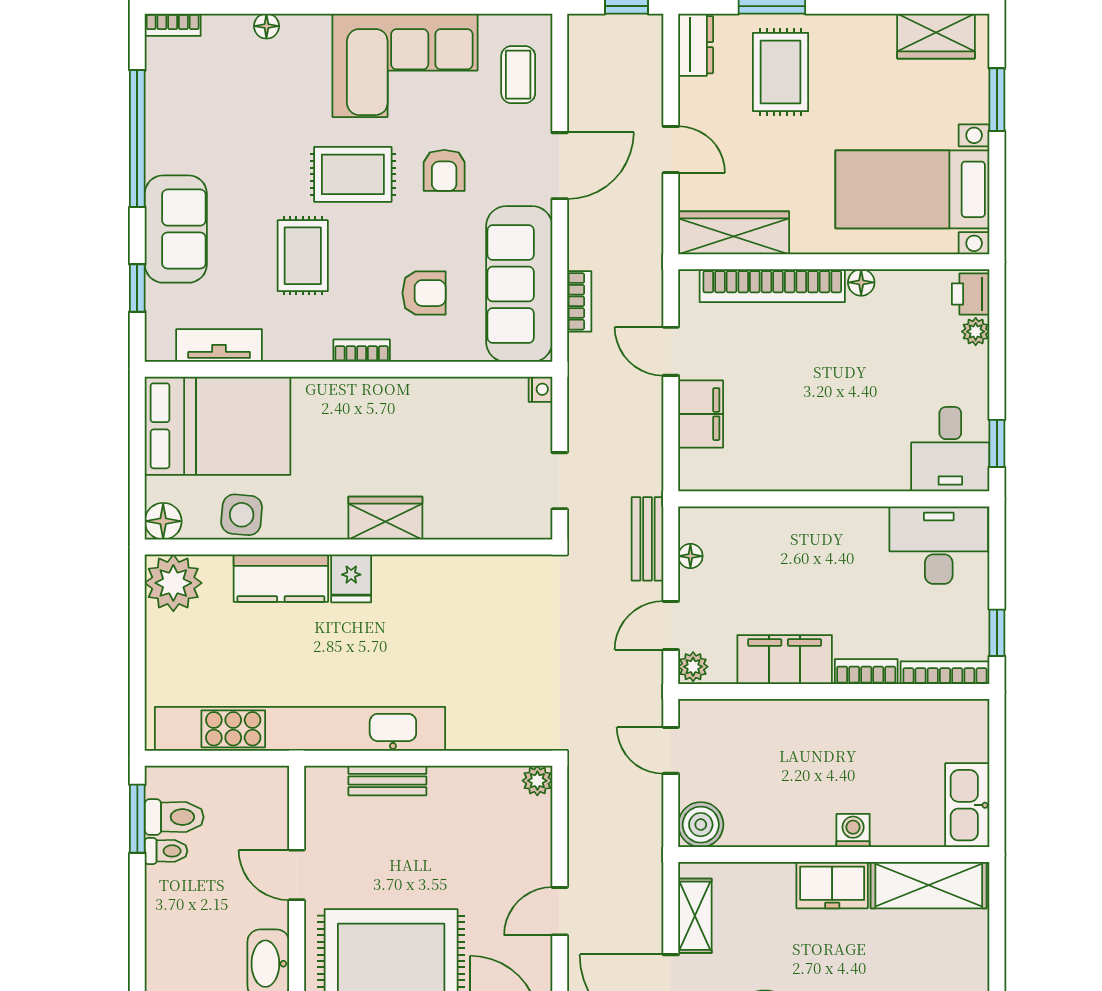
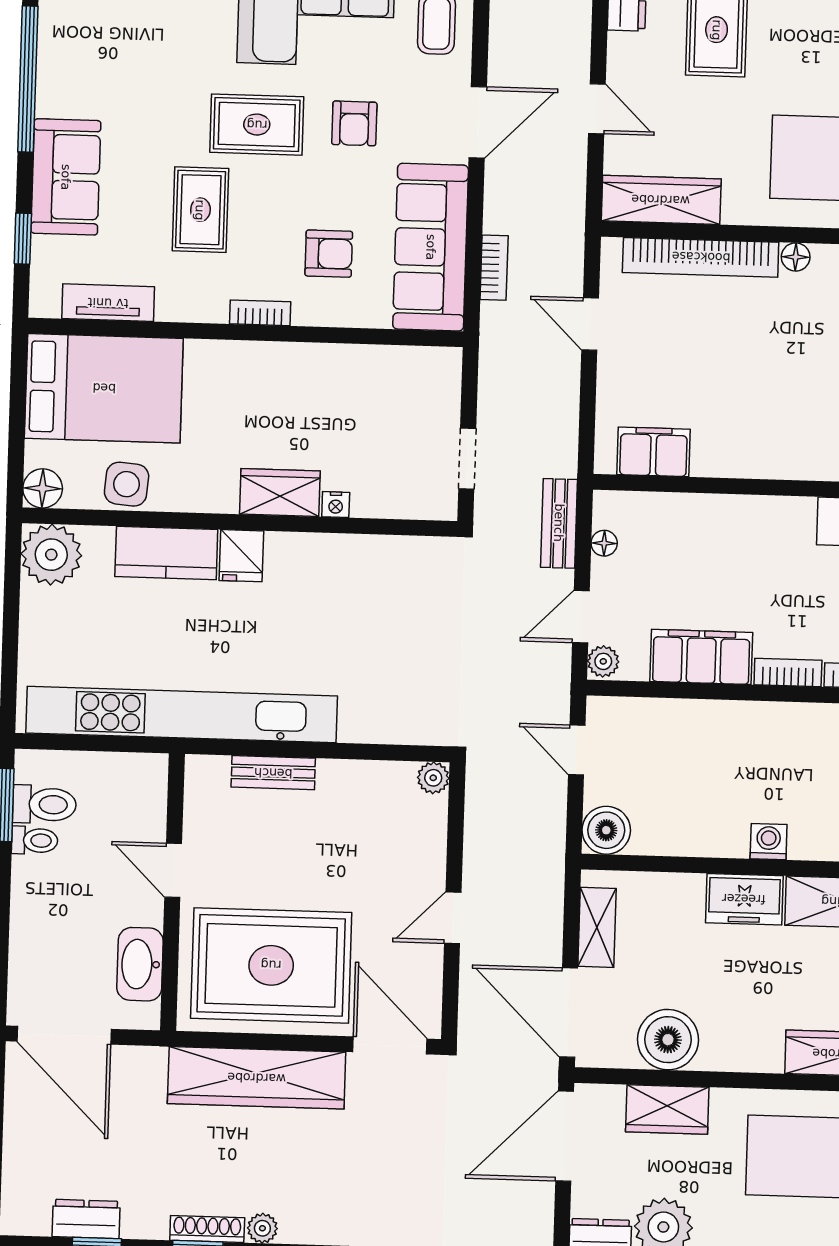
nightstand: (540, 389) -> (336, 505), moved, turned 90
filing cabinet: (701, 414) -> (653, 452), moved, turned -90

